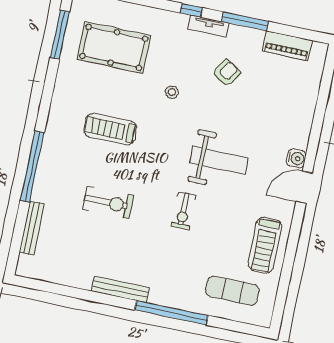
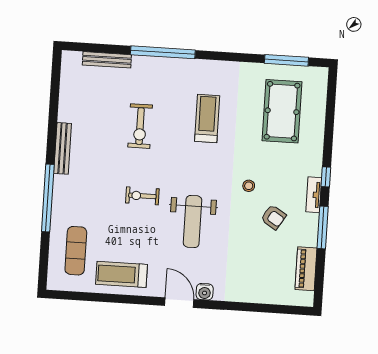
stool: (172, 92) -> (249, 186), moved

